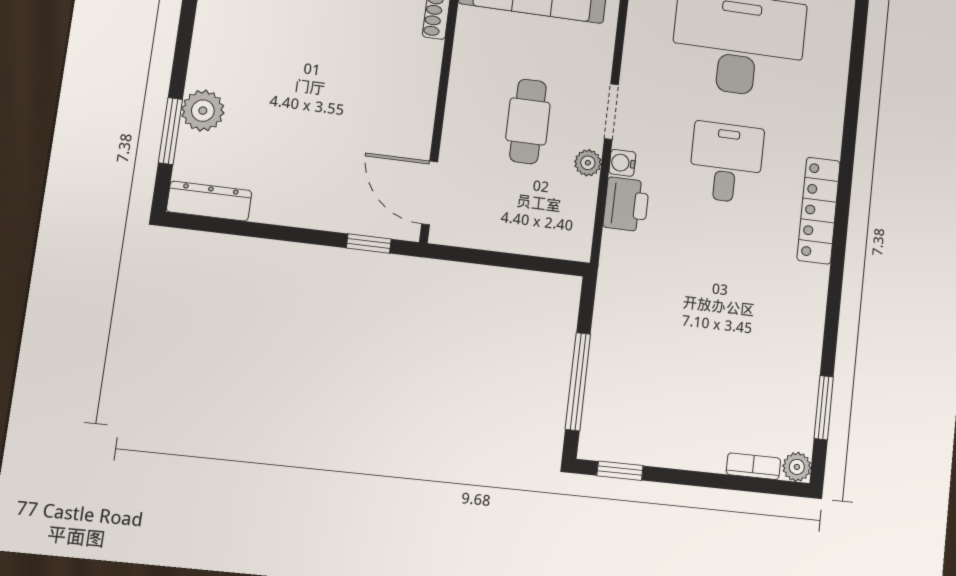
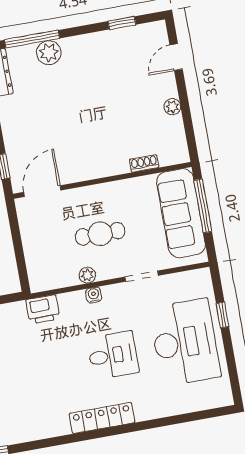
doorway: (611, 112) -> (142, 276), moved
window: (170, 131) -> (32, 39), width x1.44
printer: (626, 204) -> (43, 309), moved

